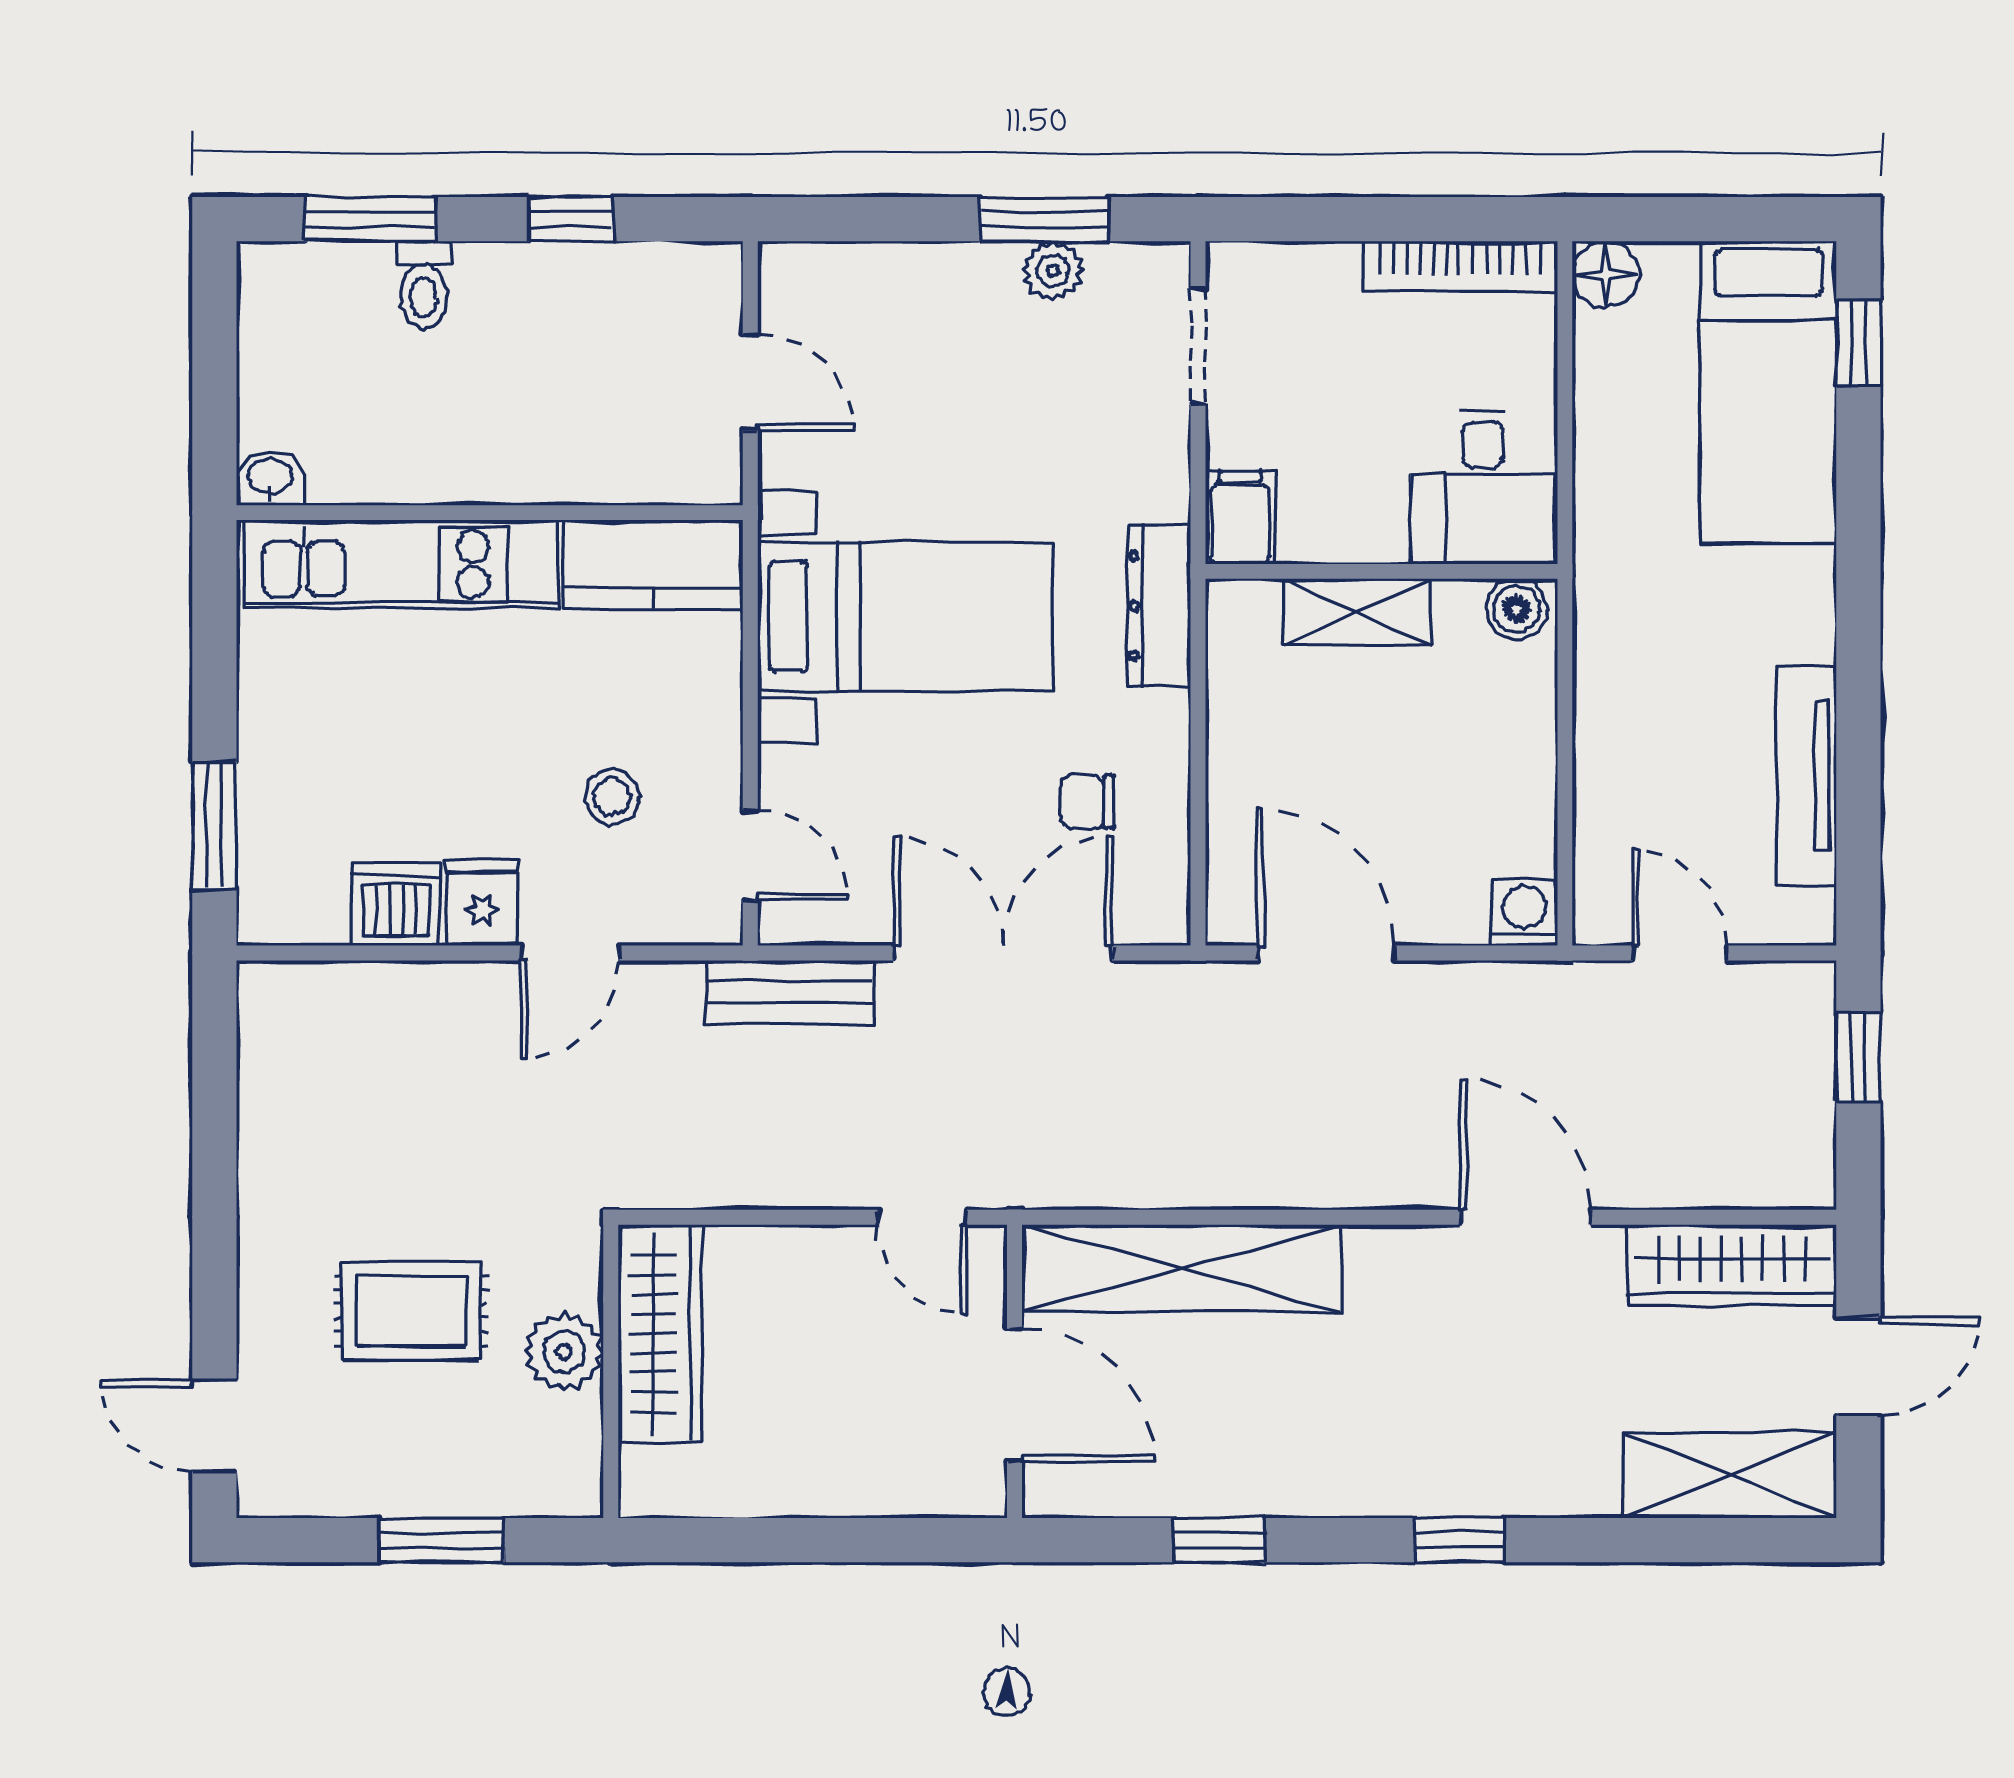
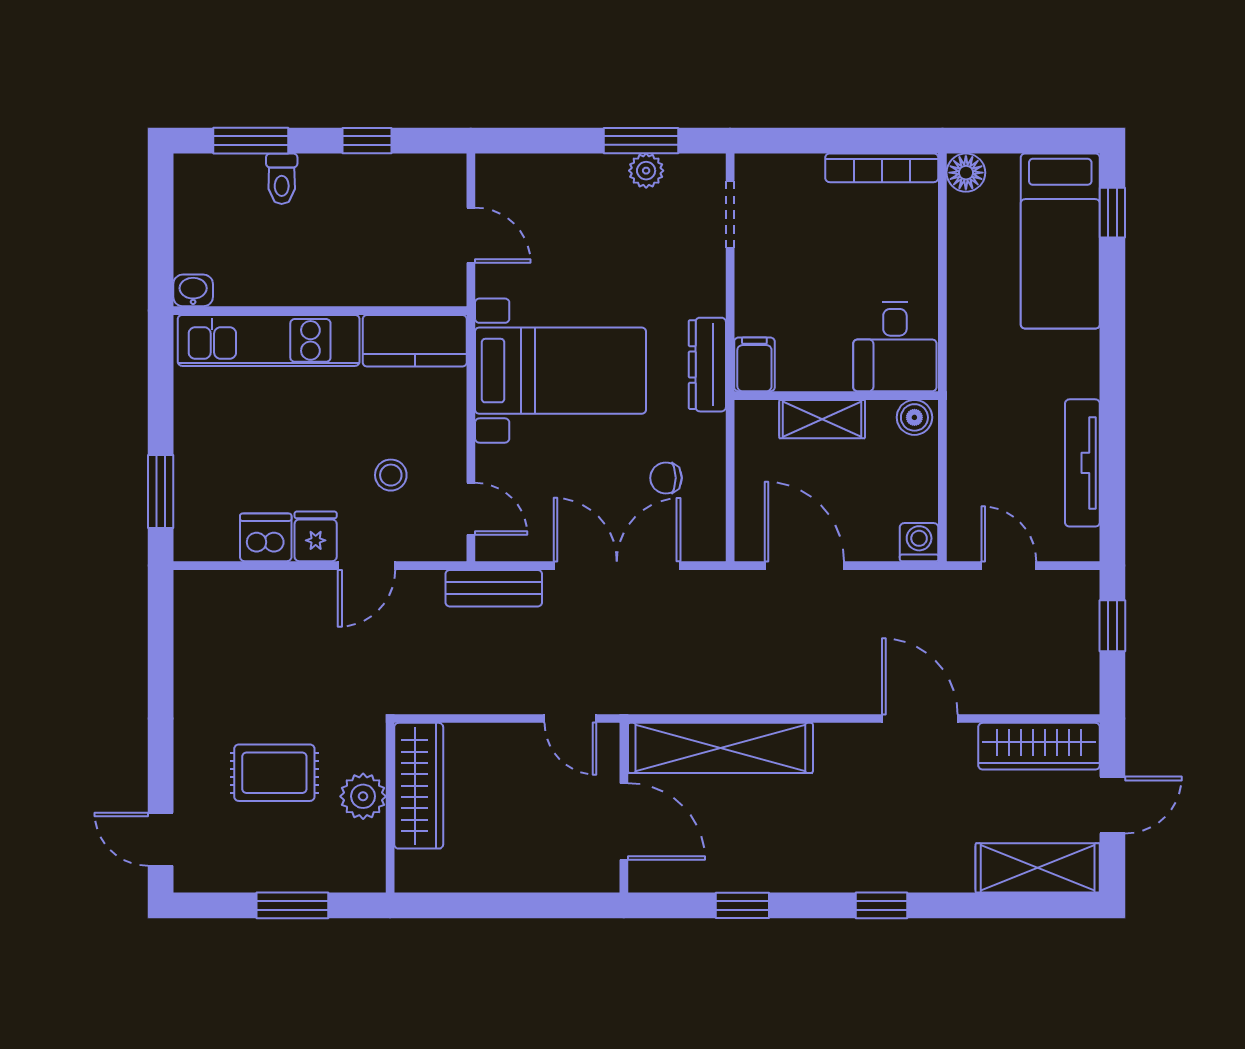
desk: (1483, 487) -> (895, 347), moved
filing cabinet: (1240, 517) -> (754, 364), moved
wall: (1381, 571) -> (836, 396), moved
boiler: (1517, 609) -> (914, 417), moved
shelving: (1357, 612) -> (822, 419), moved

